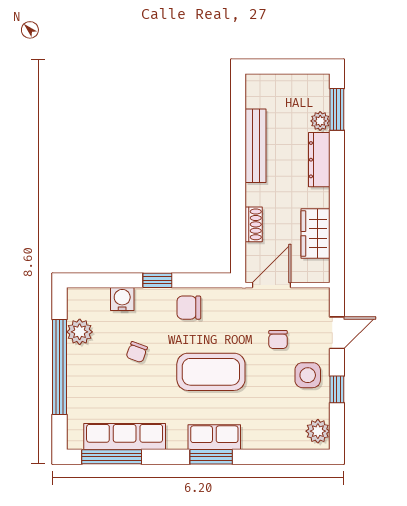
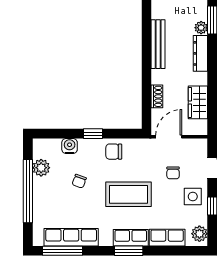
row of seats: (269, 437) -> (167, 238), added

